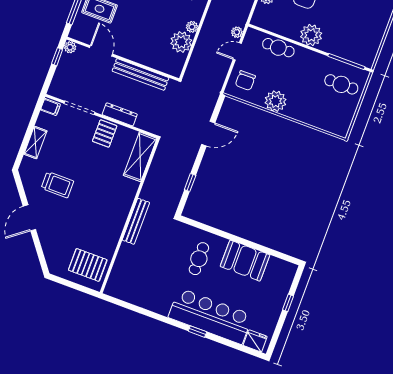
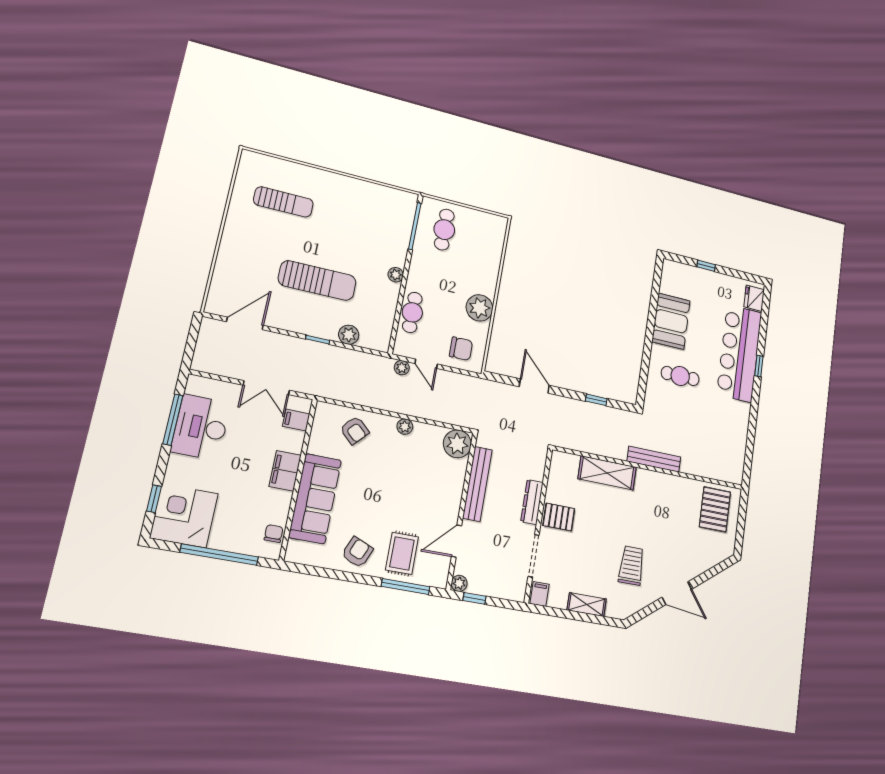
plant: (311, 35) -> (396, 275), width x0.53, depth x0.53
plant: (181, 42) -> (457, 444), moved
shelving: (140, 157) -> (607, 473), moved

